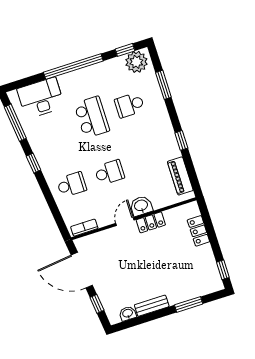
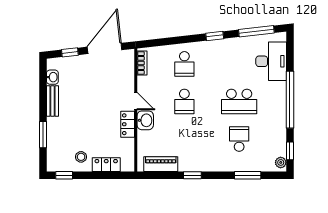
plant: (136, 62) -> (281, 162), width x0.53, depth x0.53
stool: (199, 259) -> (81, 157), added

